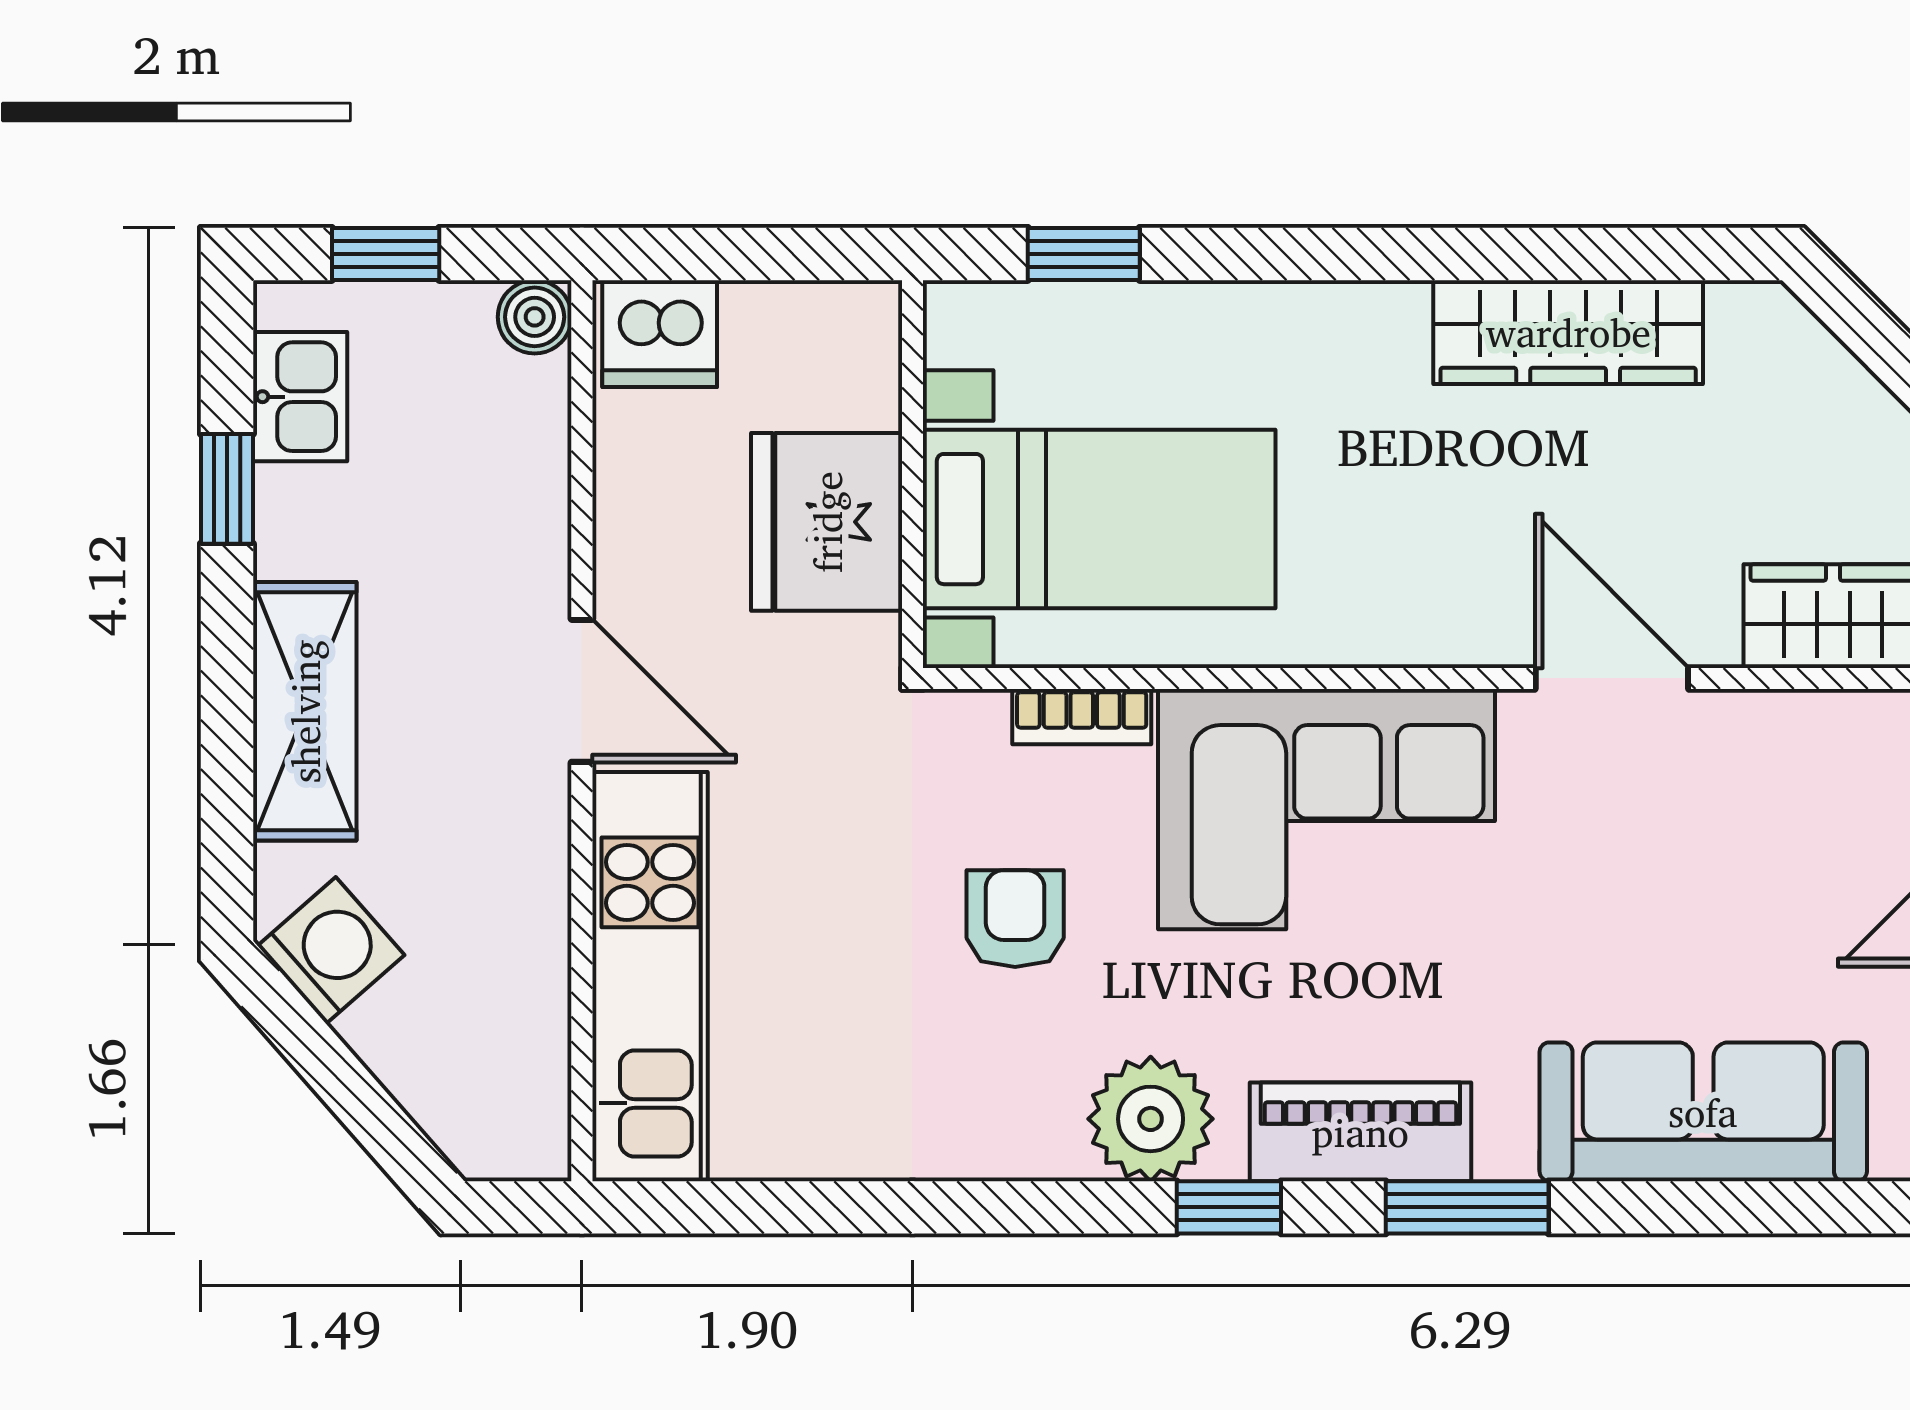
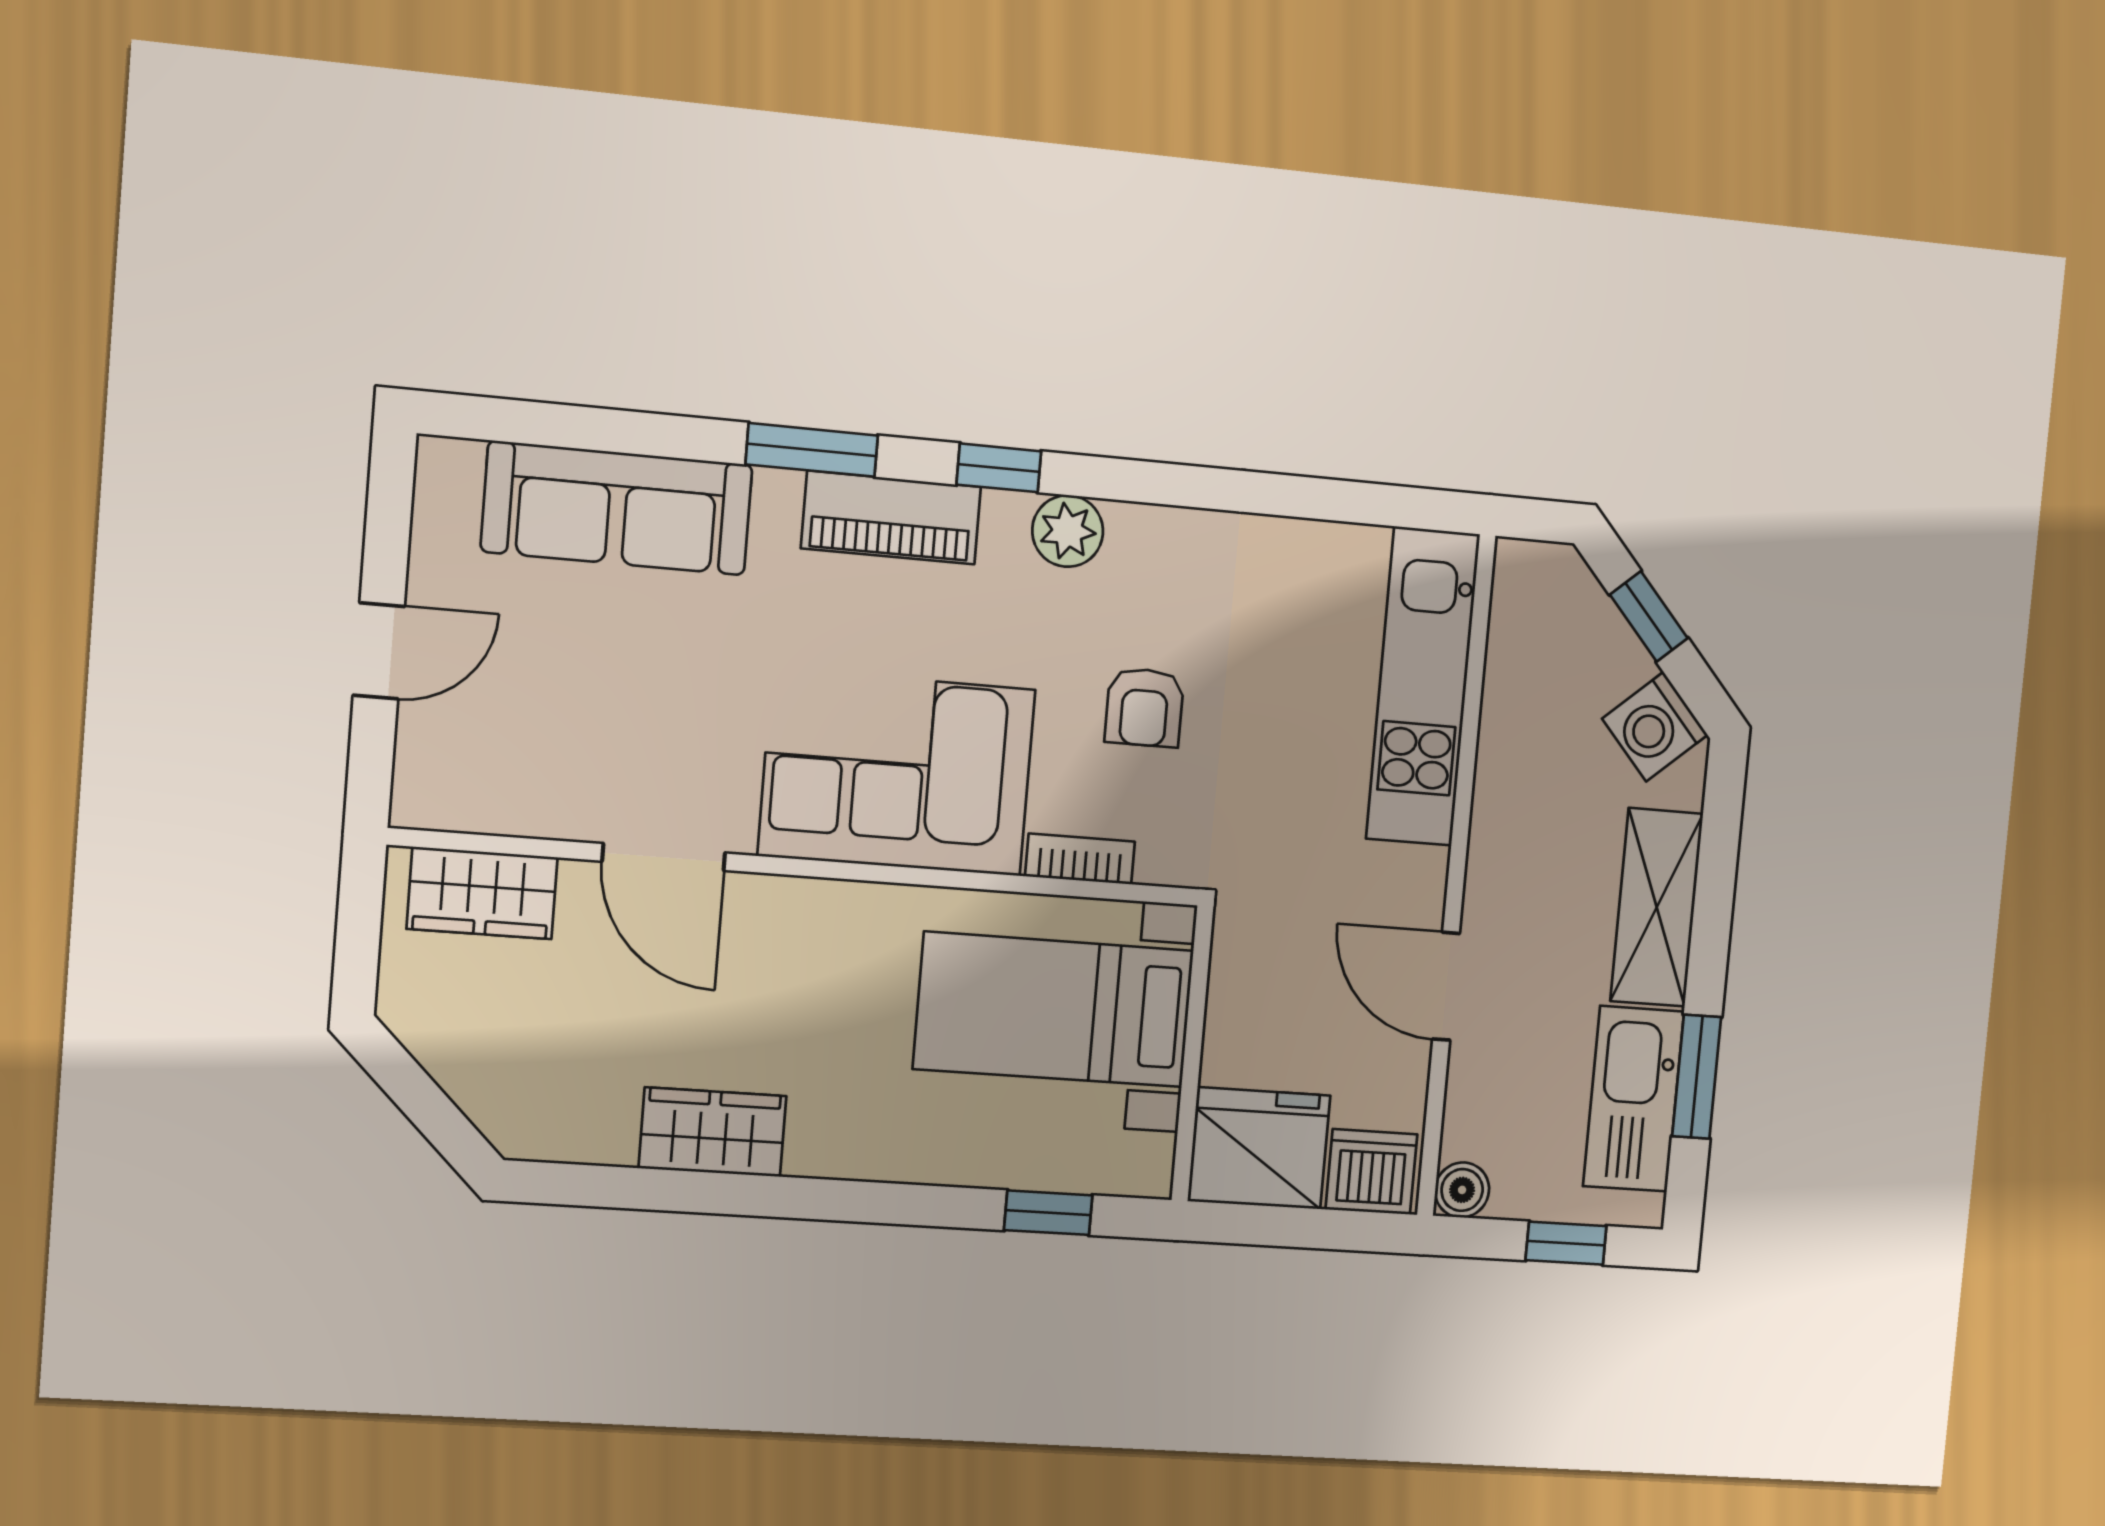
wardrobe: (1568, 332) -> (713, 1132), width x0.67
kitchen sink: (300, 397) -> (1634, 1099), width x1.87, depth x1.24
window: (227, 489) -> (1697, 1077), width x1.50
fridge: (827, 522) -> (1259, 1148), moved, turned -90
door: (582, 691) -> (1446, 986), moved
window: (354, 1095) -> (1649, 616), added
plant: (1151, 1119) -> (1068, 531), width x0.73, depth x0.73

